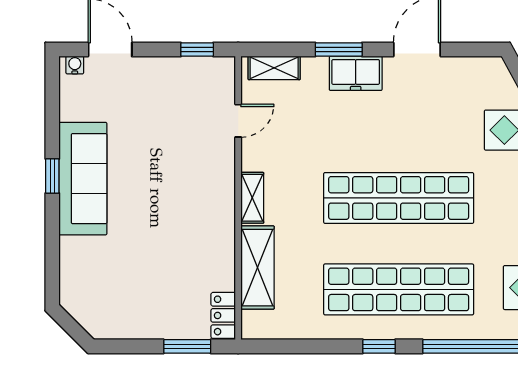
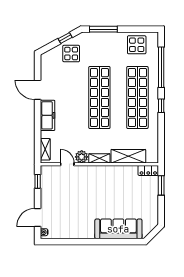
window: (339, 50) -> (38, 122), removed
freezer: (356, 73) -> (48, 115), width x1.40
plant: (256, 155) -> (82, 157), added
window: (52, 176) -> (90, 242), removed
sofa: (83, 179) -> (118, 229), moved

